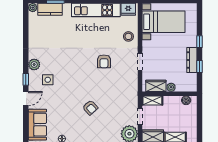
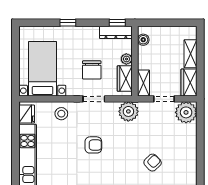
chair: (163, 60) -> (92, 70), added
dresser: (192, 60) -> (116, 32), moved
window: (199, 66) -> (117, 23), moved
plant: (130, 89) -> (128, 111), added

